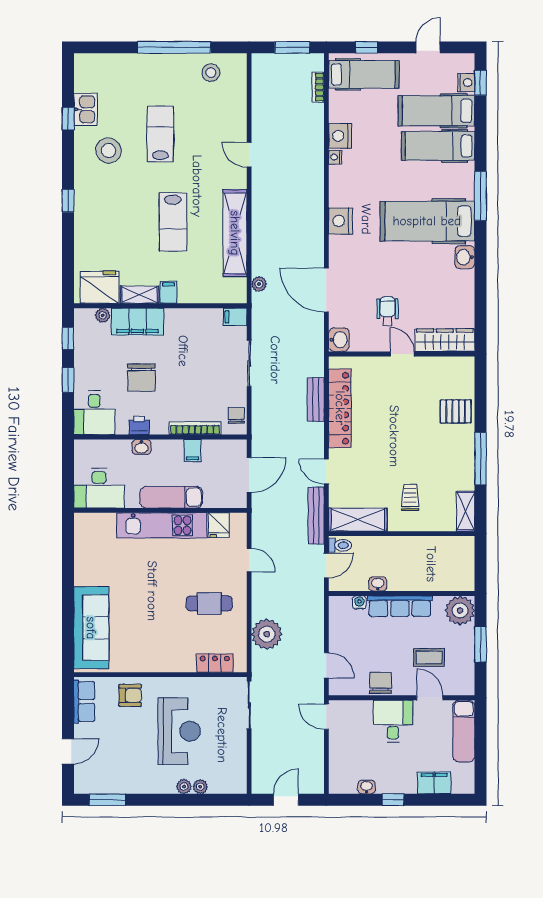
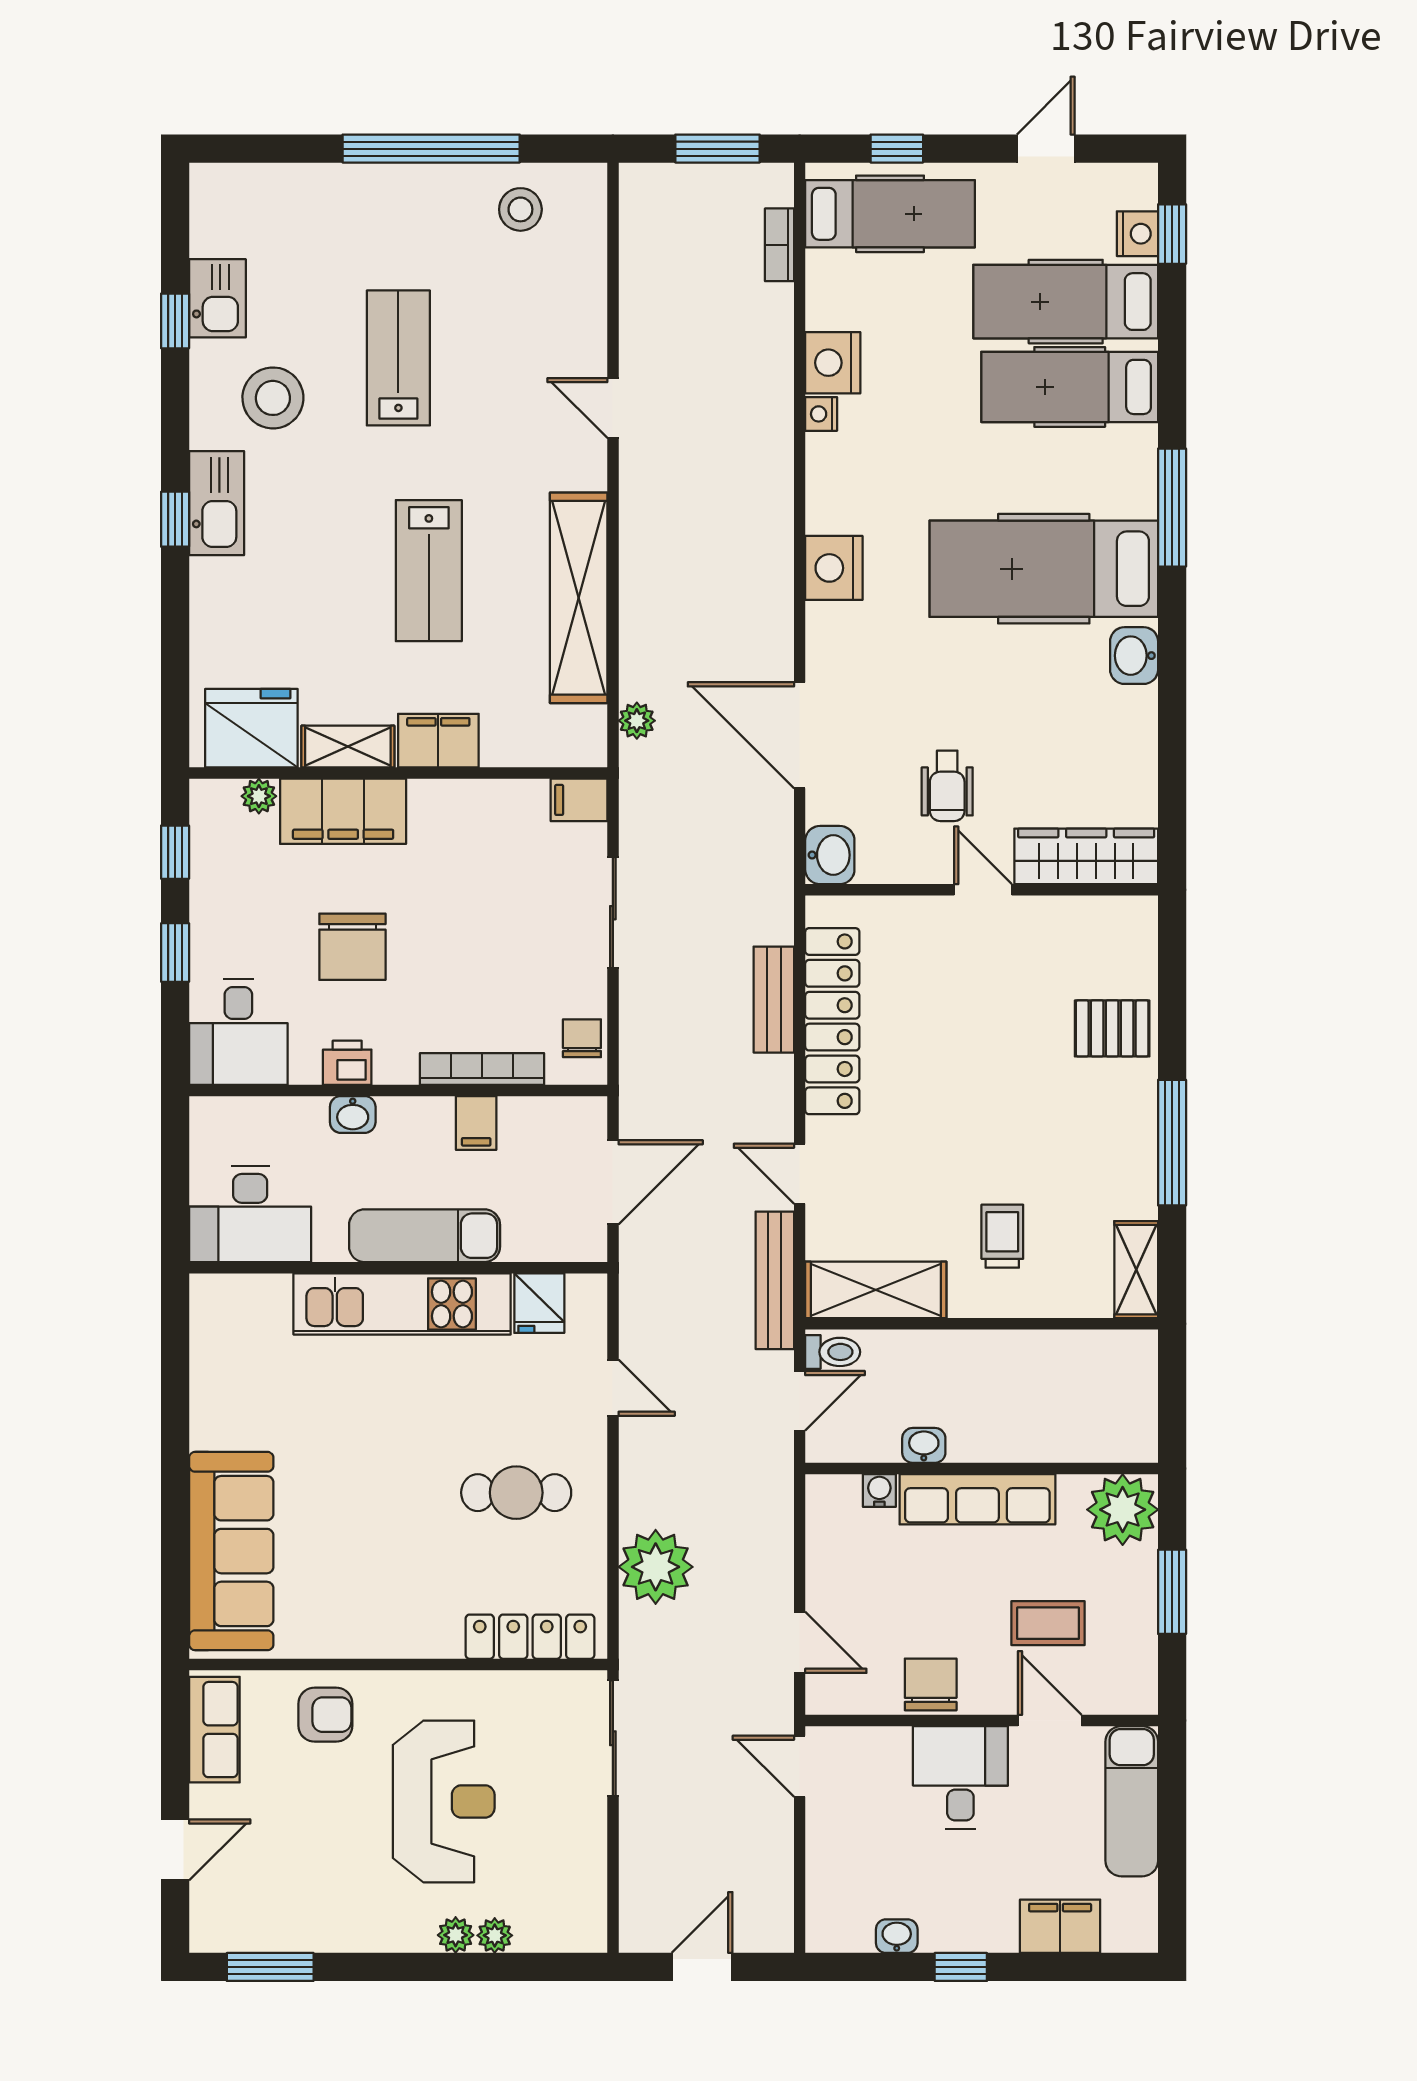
kitchen sink: (85, 194) -> (217, 503), added
filing cabinet: (169, 292) -> (438, 741), width x2.00
wheelchair: (387, 311) -> (947, 786), turned 180
locker: (215, 663) -> (530, 1637), width x1.53

